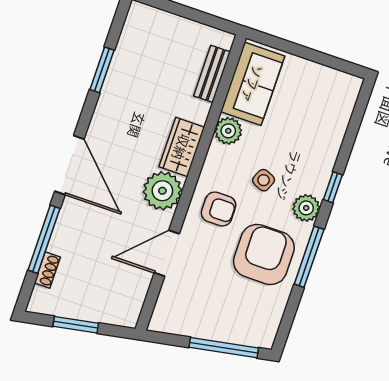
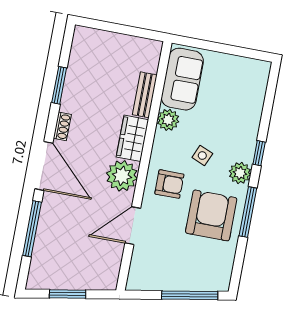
bench: (212, 74) -> (145, 95), moved
shoe rack: (47, 270) -> (62, 126), moved

